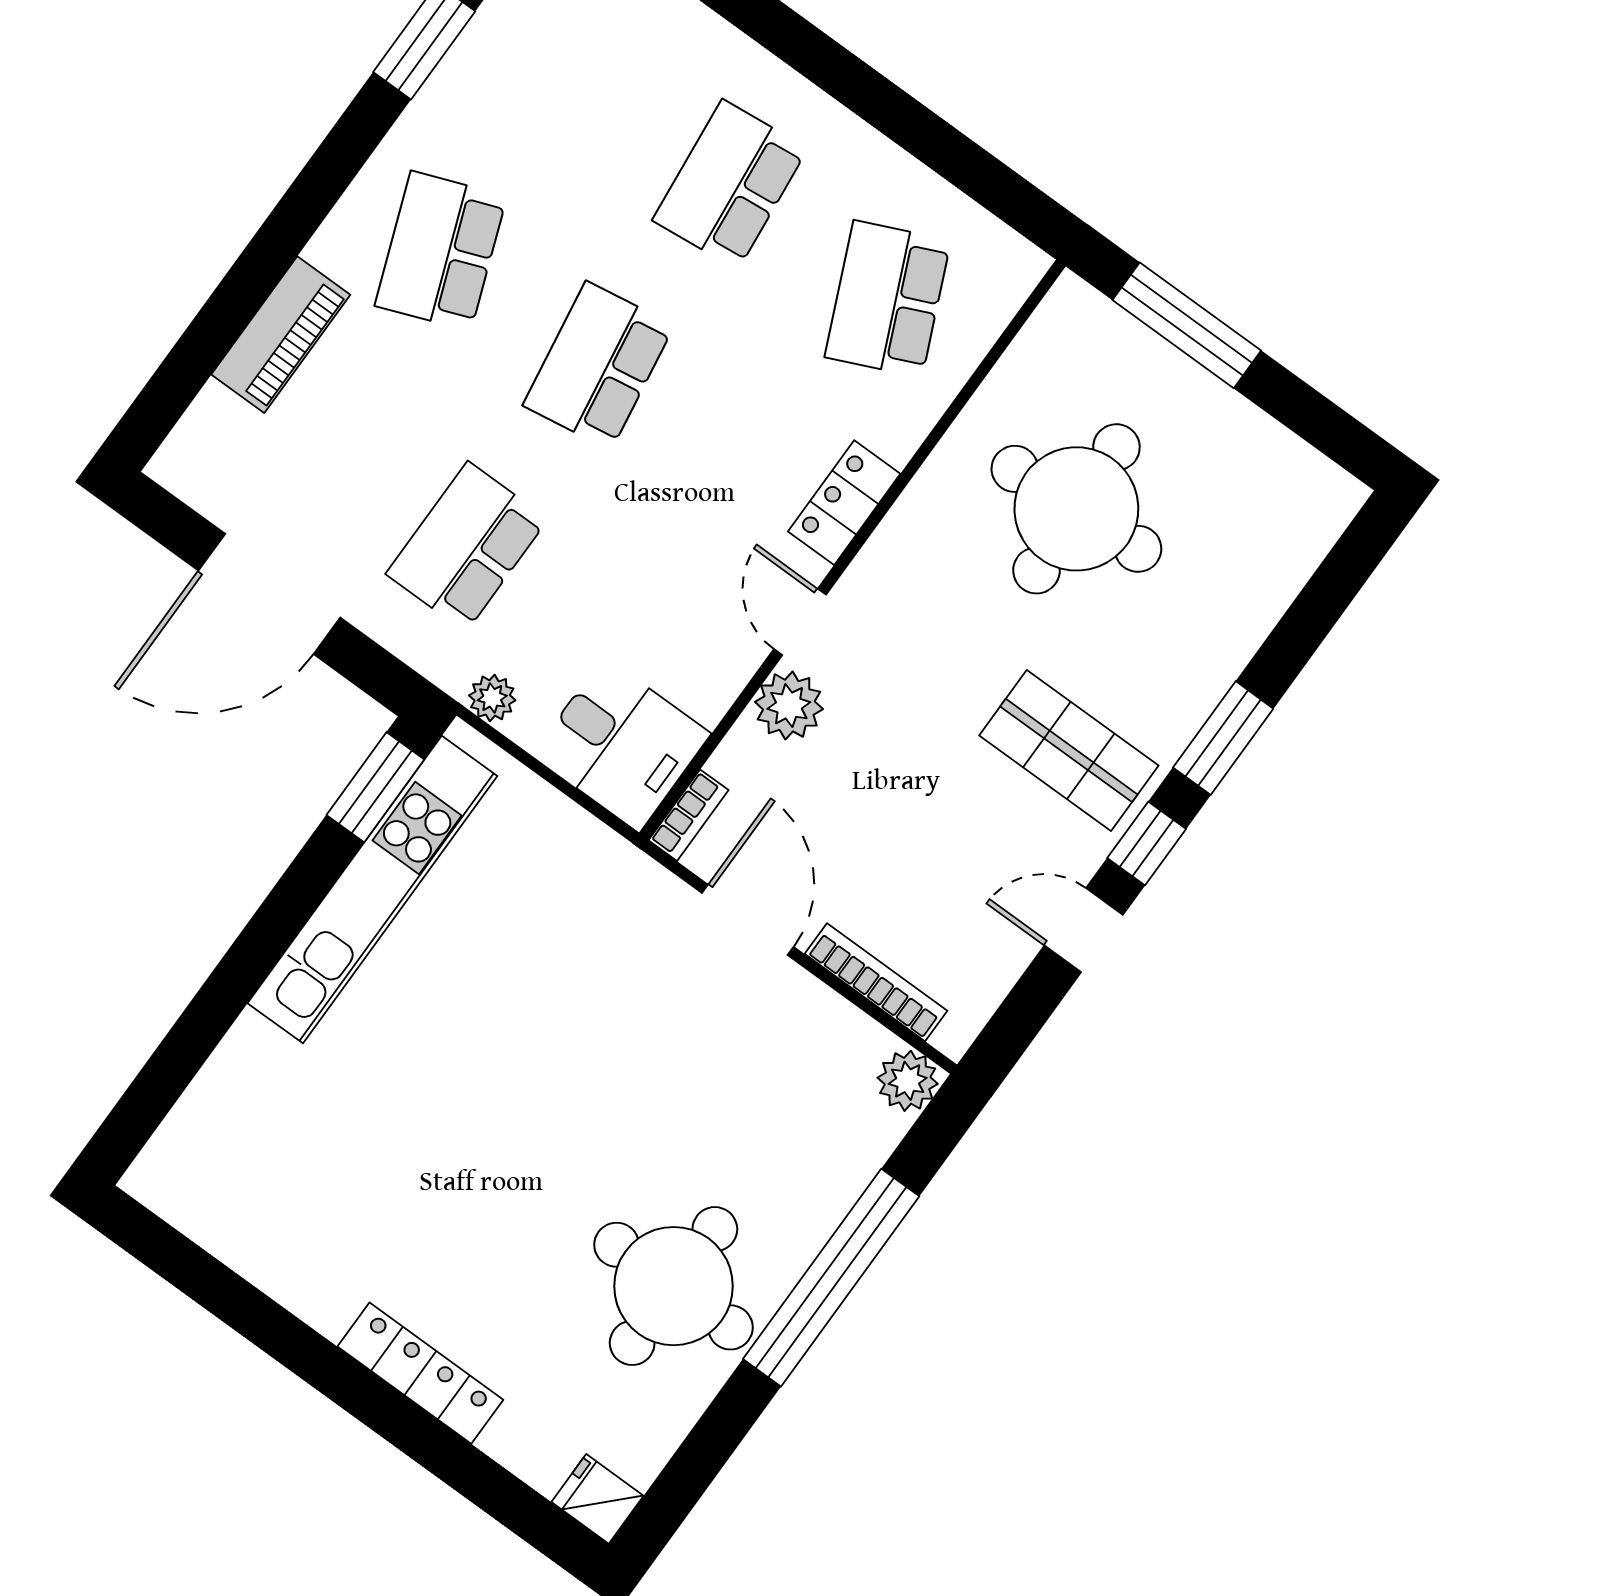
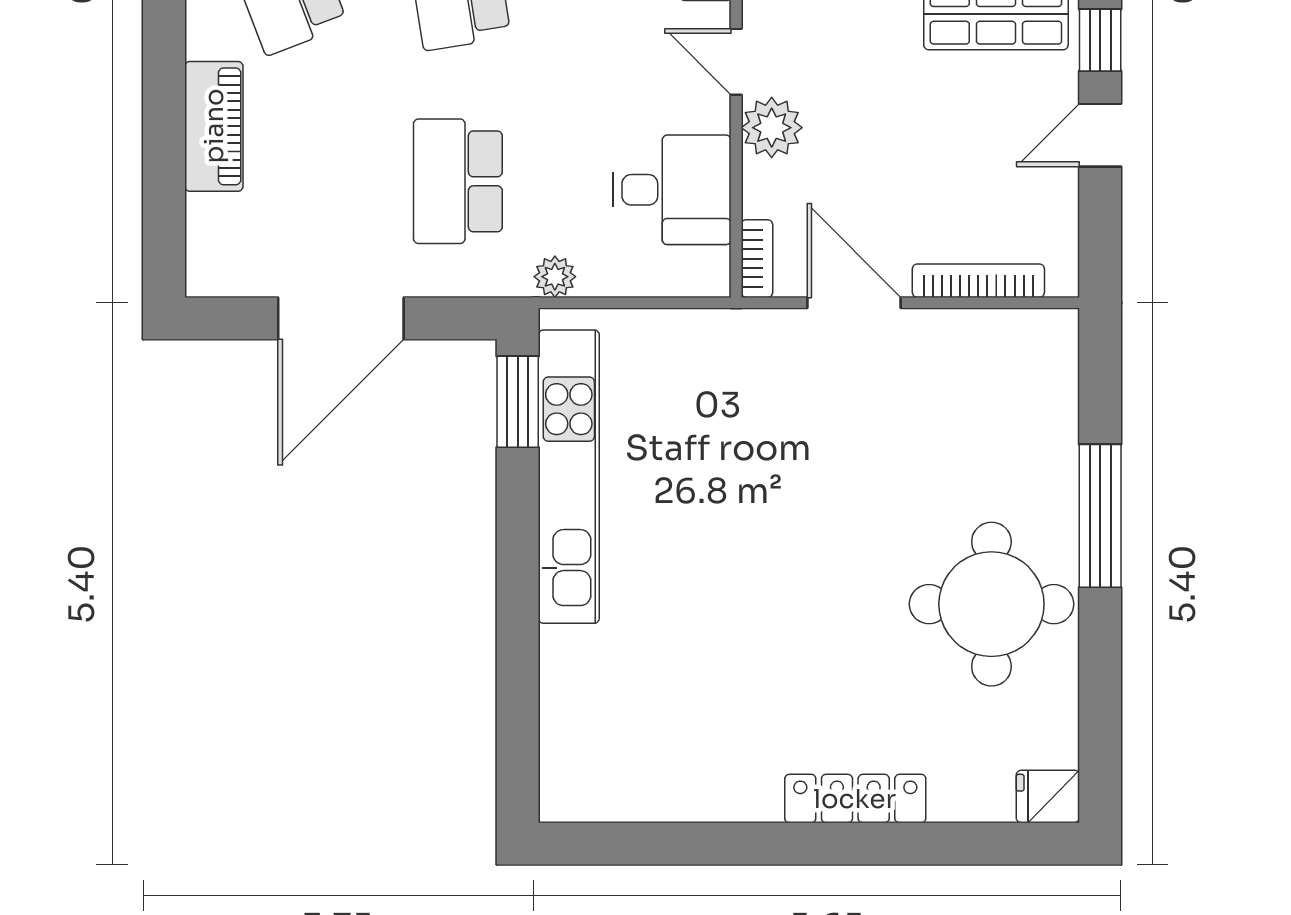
desk: (621, 744) -> (672, 190), moved
plant: (908, 1081) -> (1052, 335), removed
window: (831, 1278) -> (1100, 516), width x0.68

